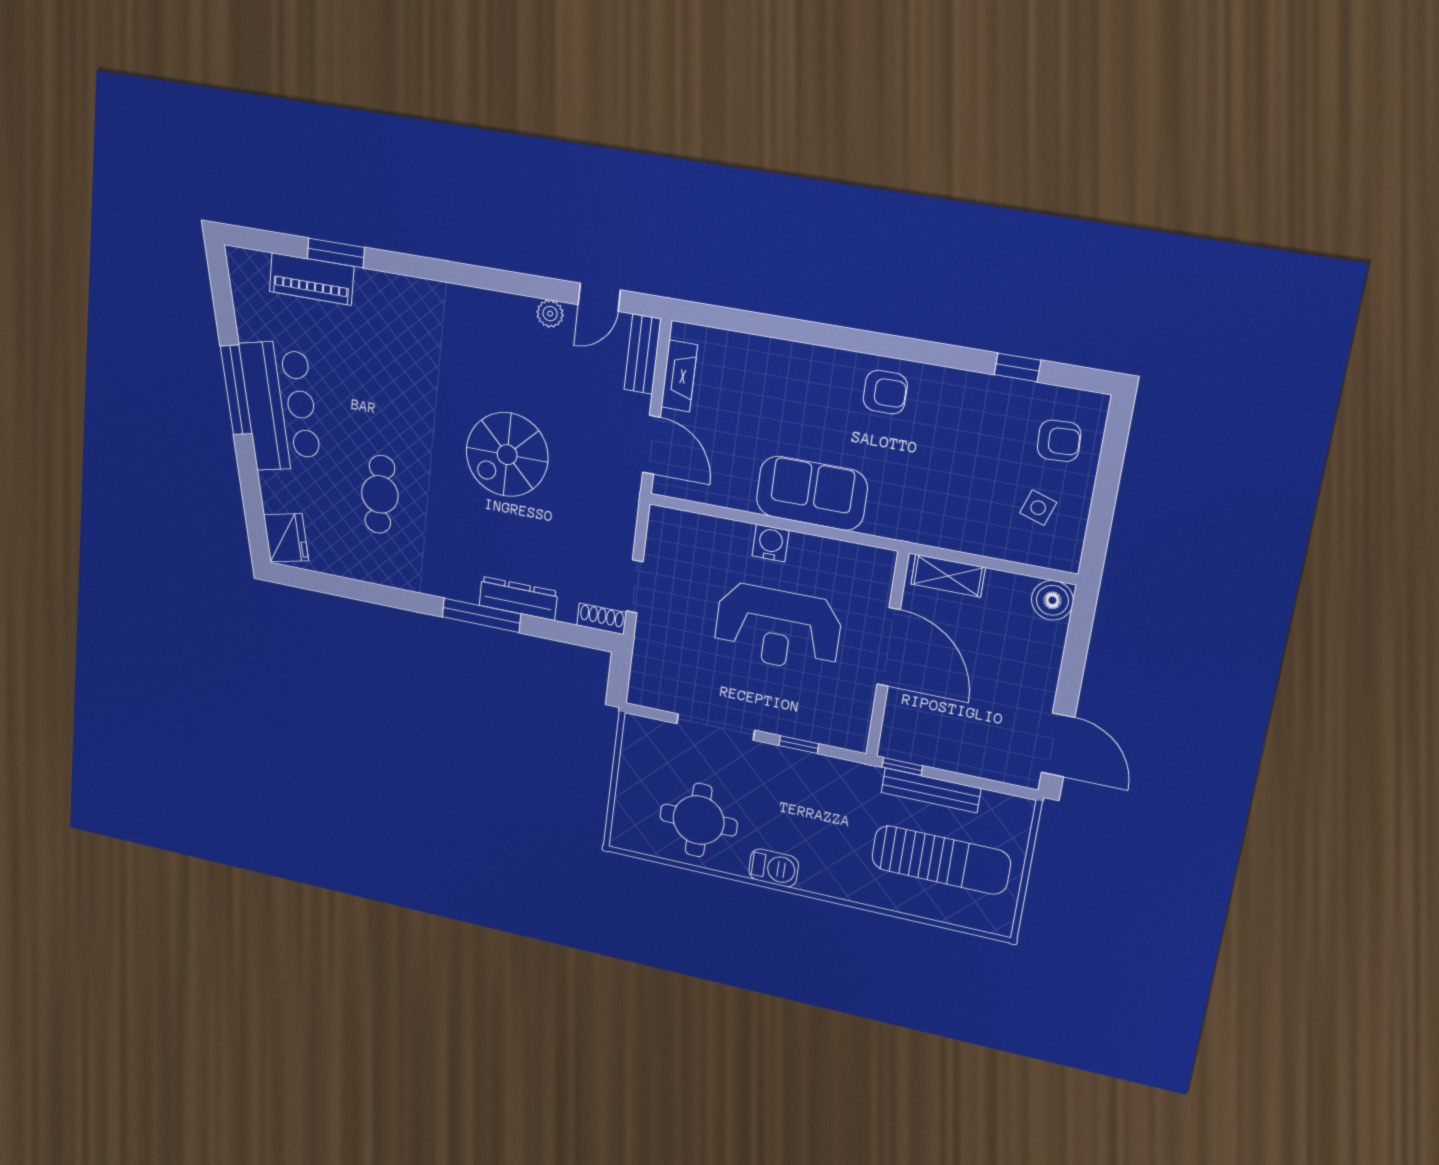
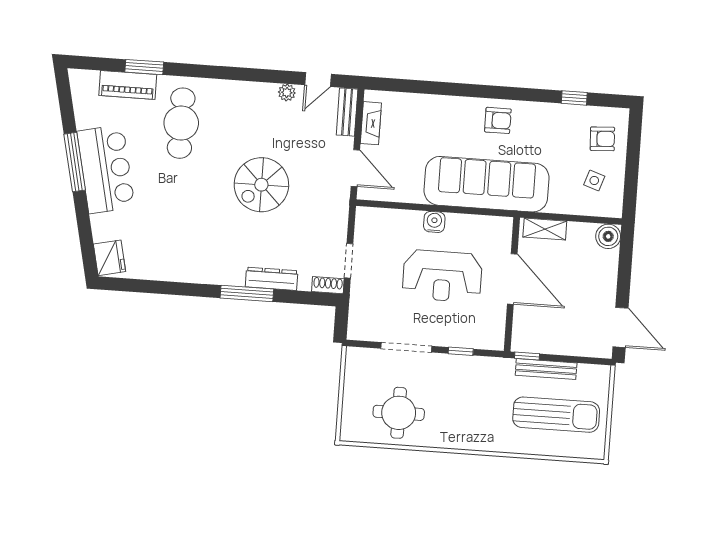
sofa: (812, 493) -> (486, 184), width x1.85, depth x1.27
cafe table: (380, 494) -> (181, 123), moved, width x1.37, depth x1.35
barbecue: (774, 868) -> (450, 438), removed

